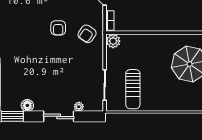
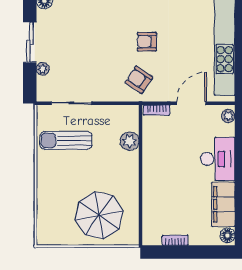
plant: (113, 41) -> (130, 141), moved

